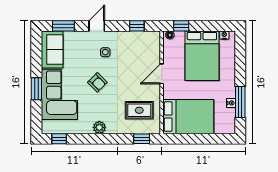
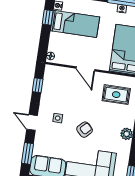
window: (181, 26) -> (48, 17), moved
bed: (202, 56) -> (75, 24), width x0.67
rug: (139, 110) -> (116, 95), turned 90

